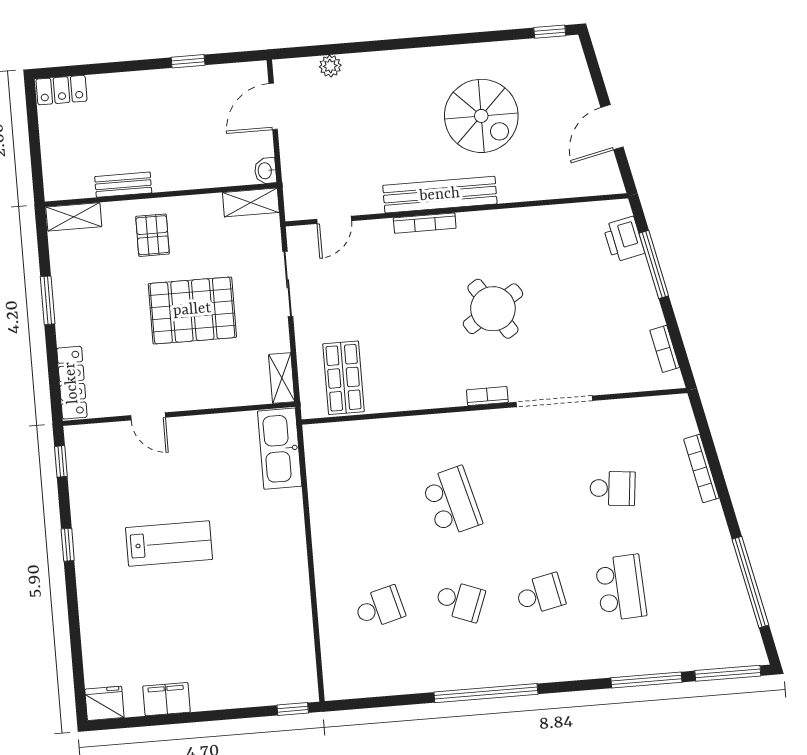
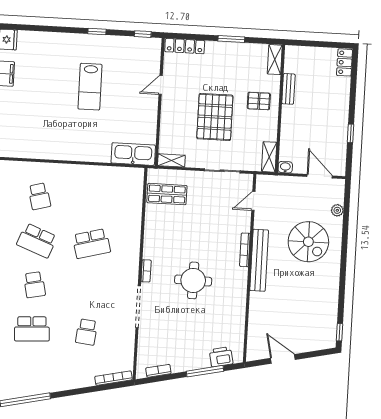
spiral stairs: (481, 116) -> (308, 242), moved, turned -90
door: (334, 220) -> (253, 201), hinge flipped
round table: (493, 309) -> (193, 280), turned 34
bookcase: (701, 469) -> (114, 378), moved
school desk: (460, 601) -> (37, 240), width x1.85

